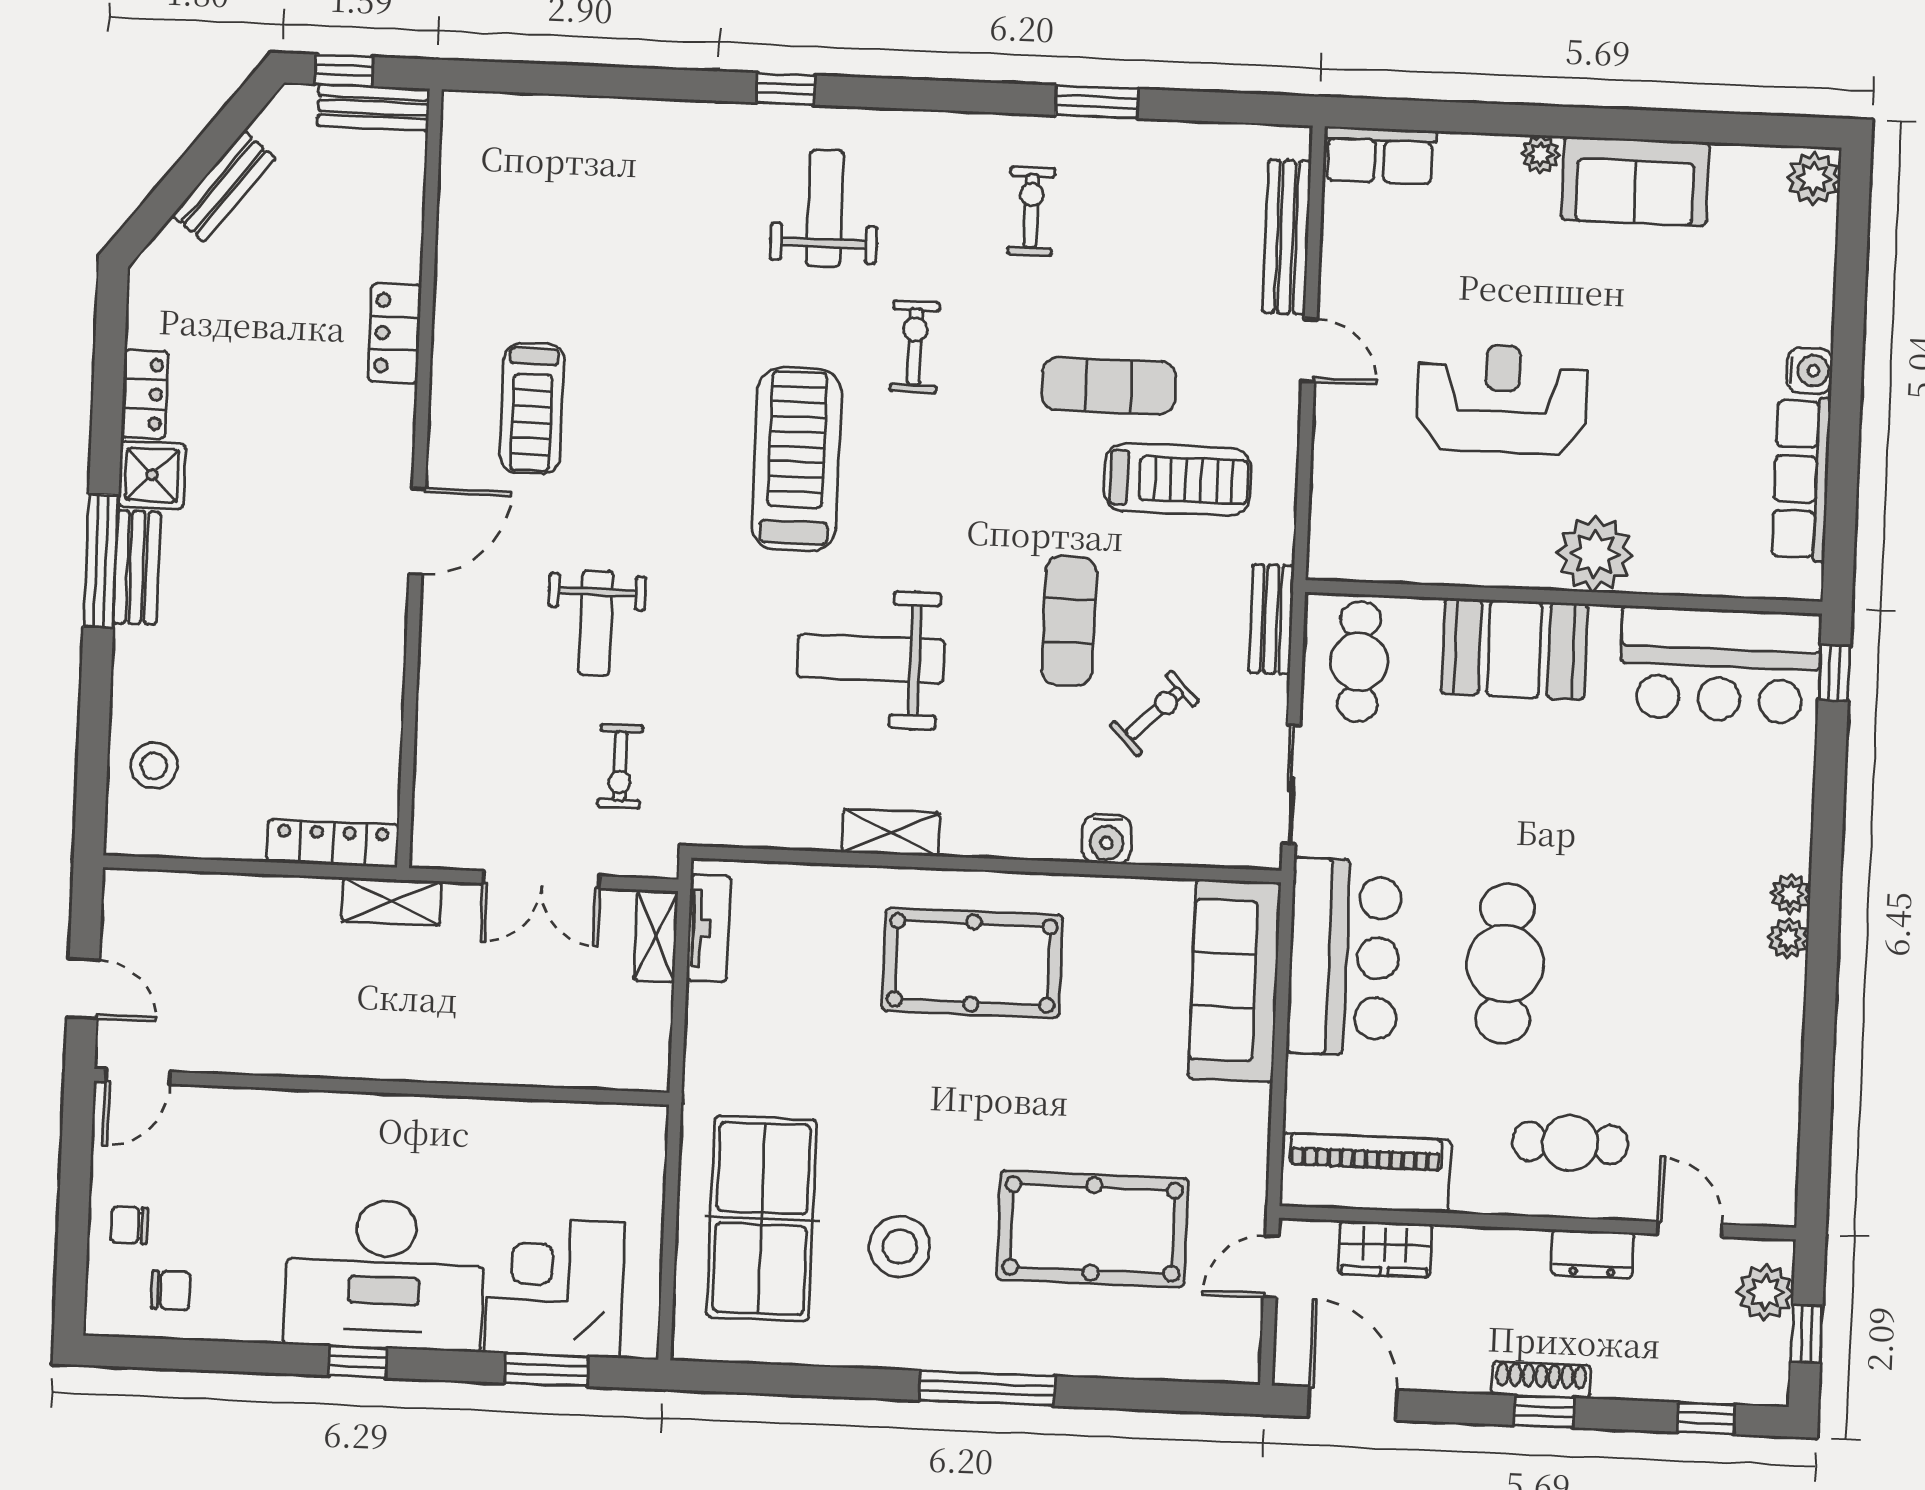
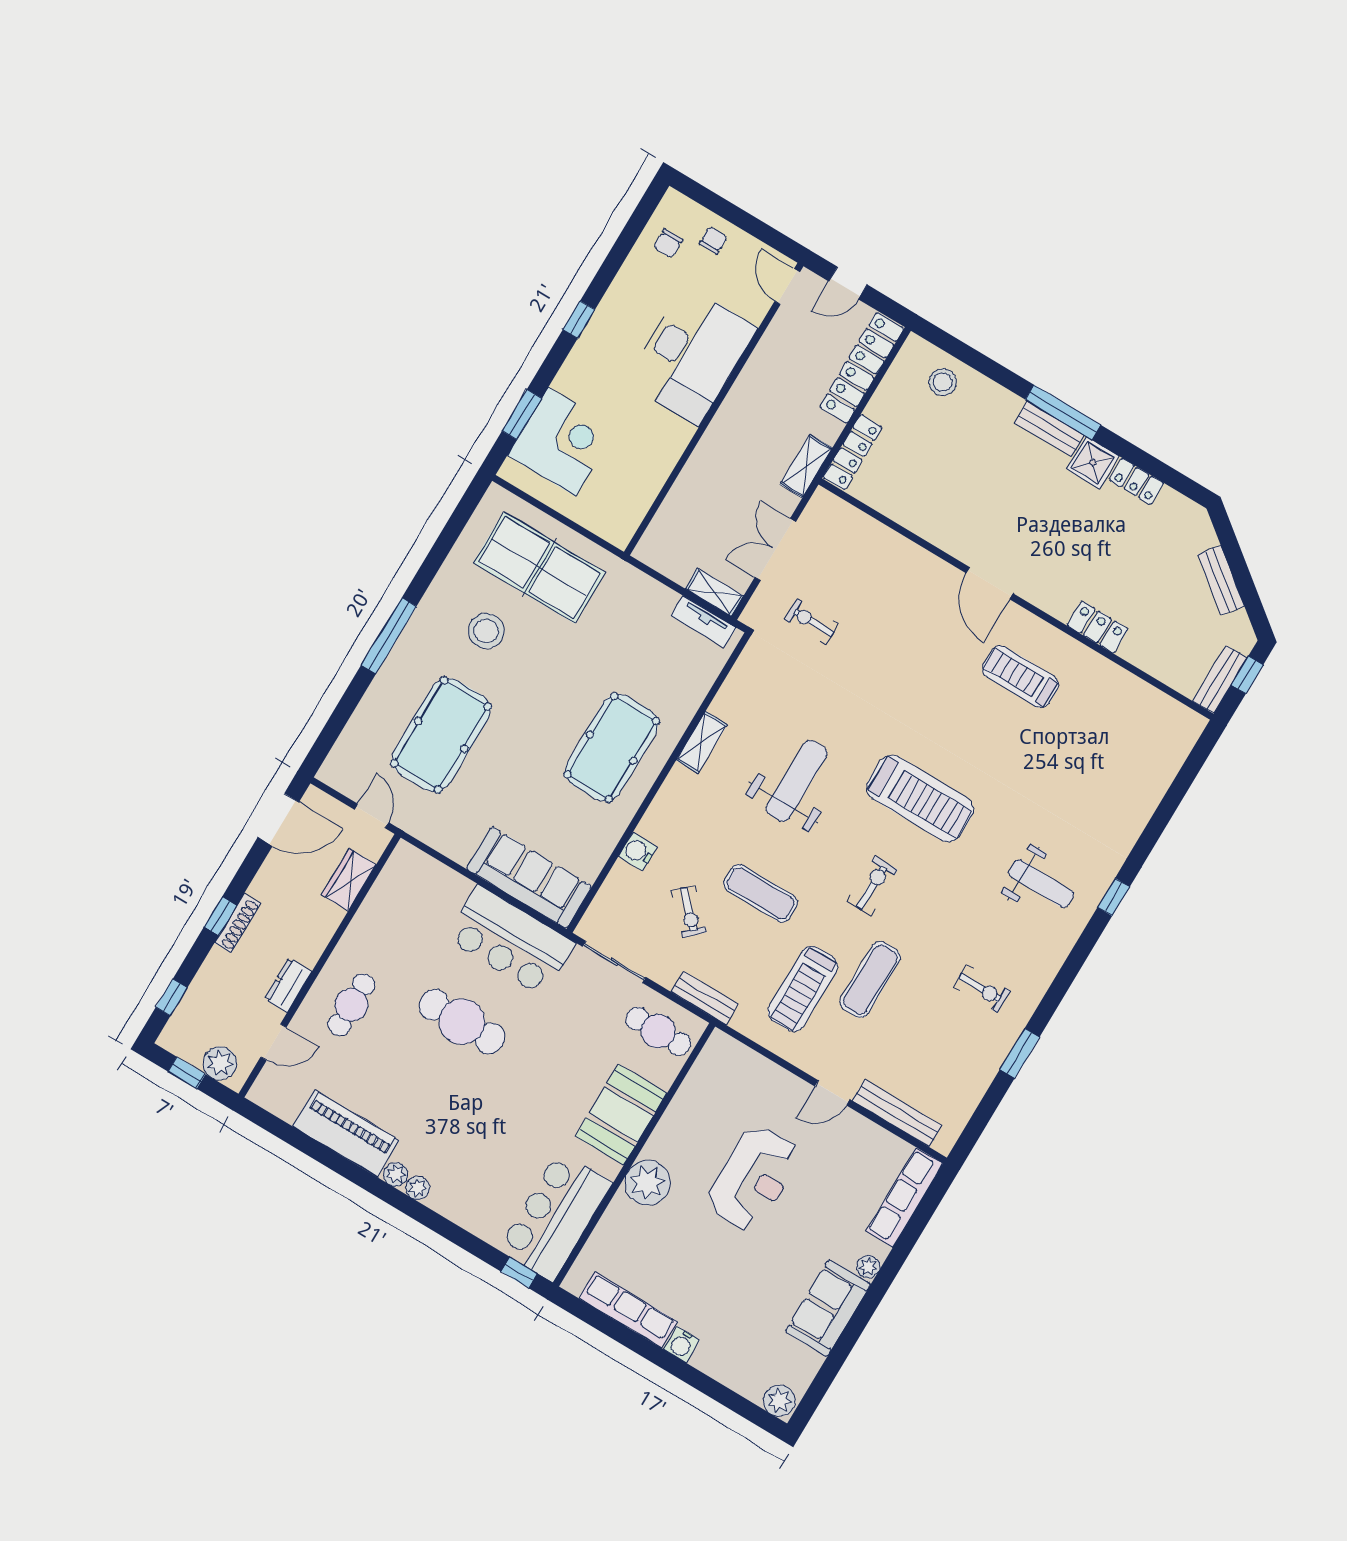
row of seats: (1380, 155) -> (905, 1197), width x1.48
exercise bike: (915, 347) -> (873, 886), moved, turned -90
weight bench: (596, 623) -> (892, 649), removed
locker: (199, 899) -> (862, 368), added
piano: (1365, 1173) -> (346, 1133), moved, turned -90
desk: (385, 1274) -> (691, 355), moved, turned 180

